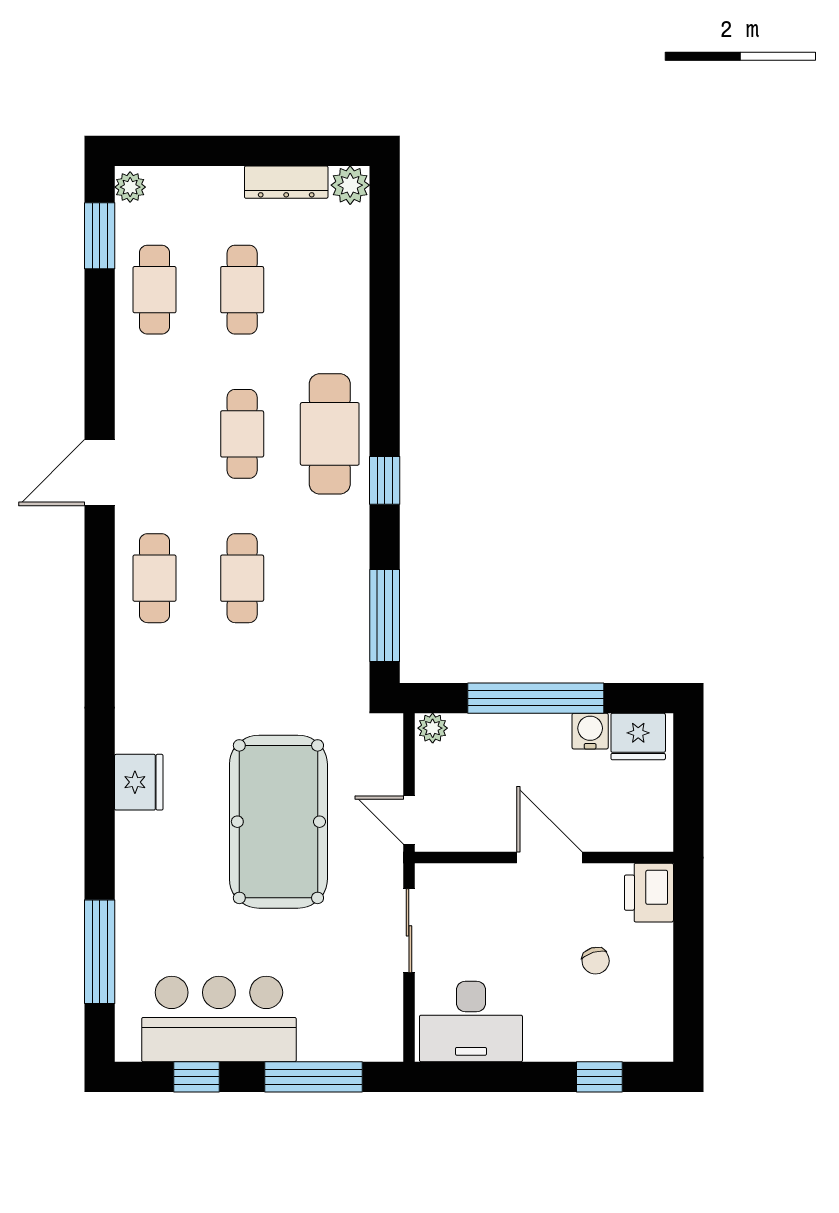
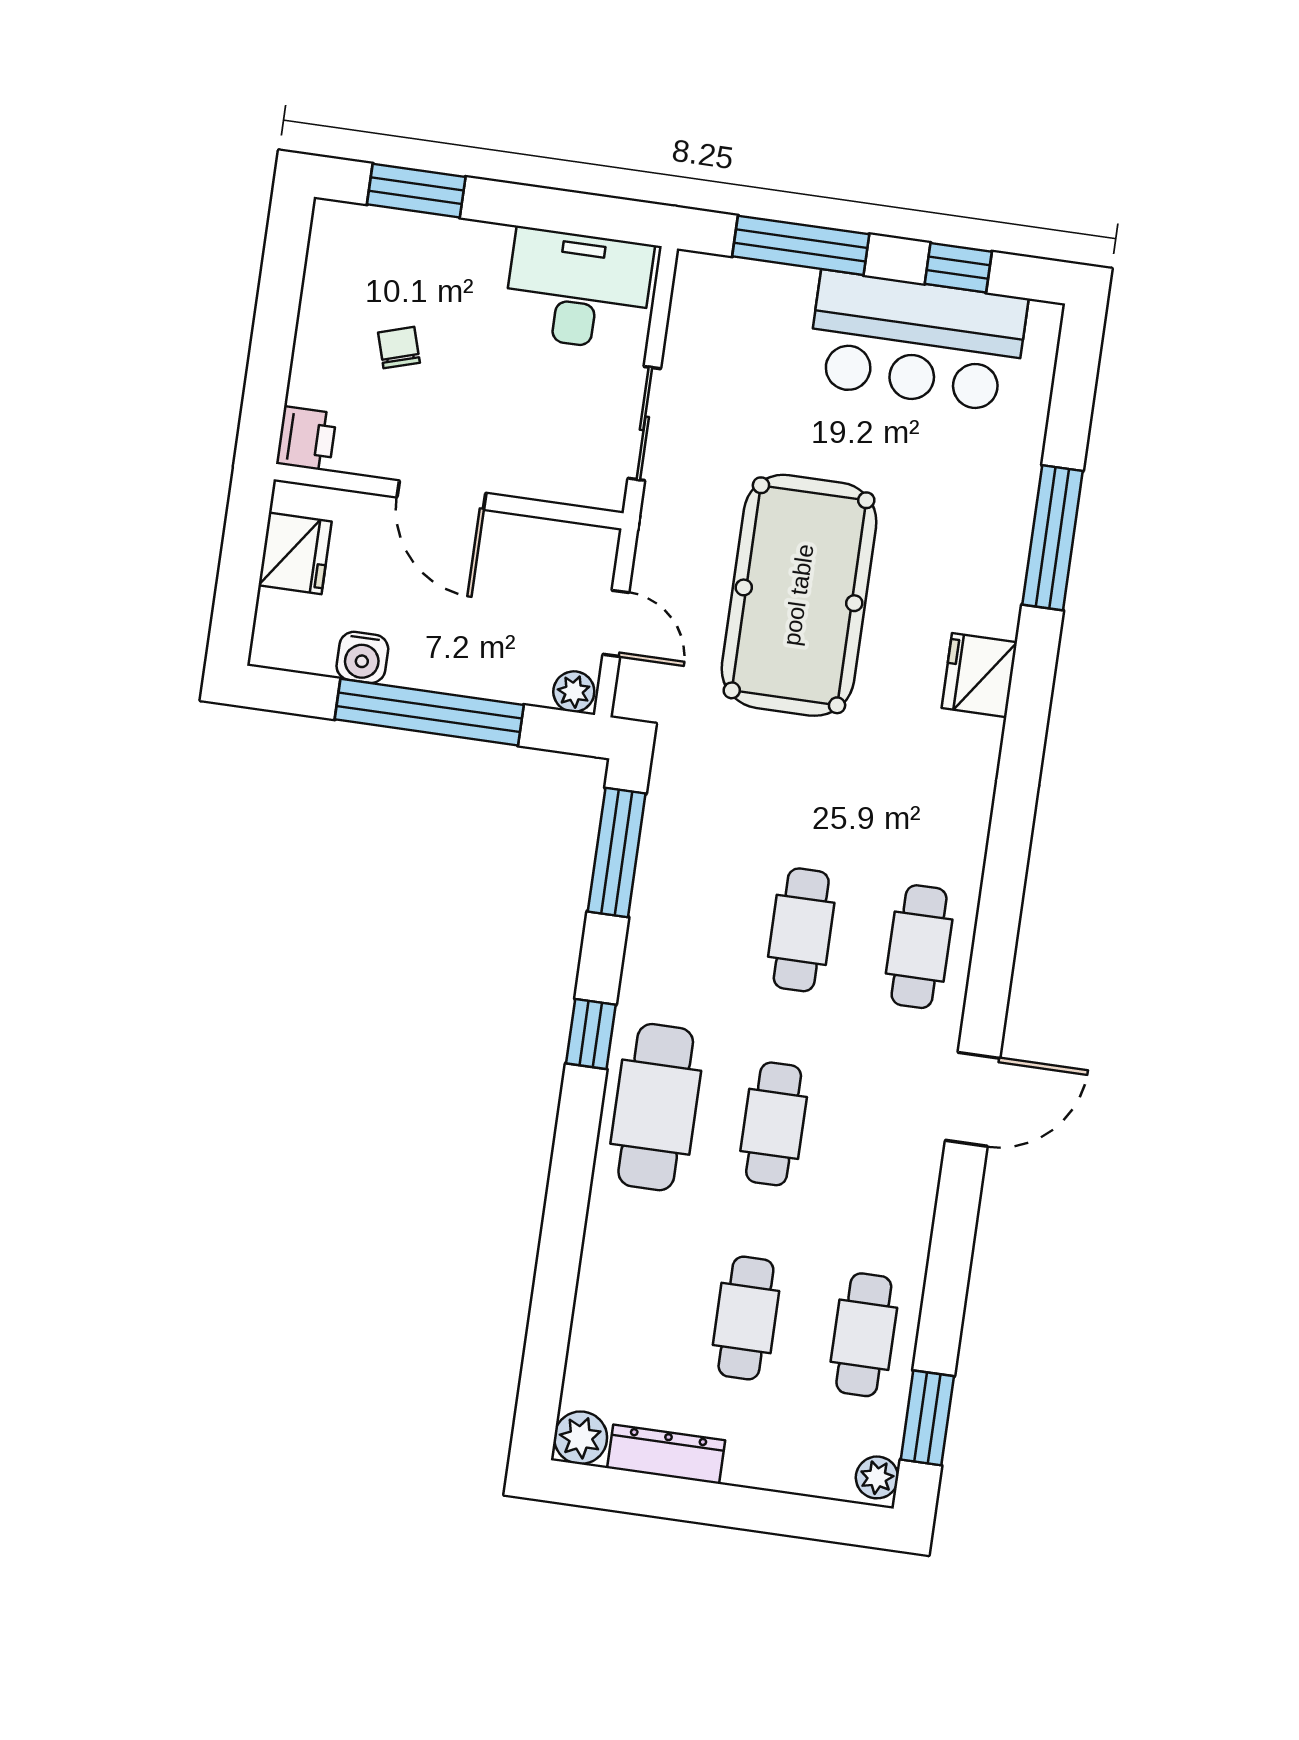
fridge: (638, 737) -> (295, 553), moved, turned 90
door: (409, 820) -> (616, 623), moved
printer: (649, 893) -> (306, 439), width x0.73, depth x0.81
window: (100, 952) -> (1053, 538), moved
window: (599, 1077) -> (416, 191), width x1.50

